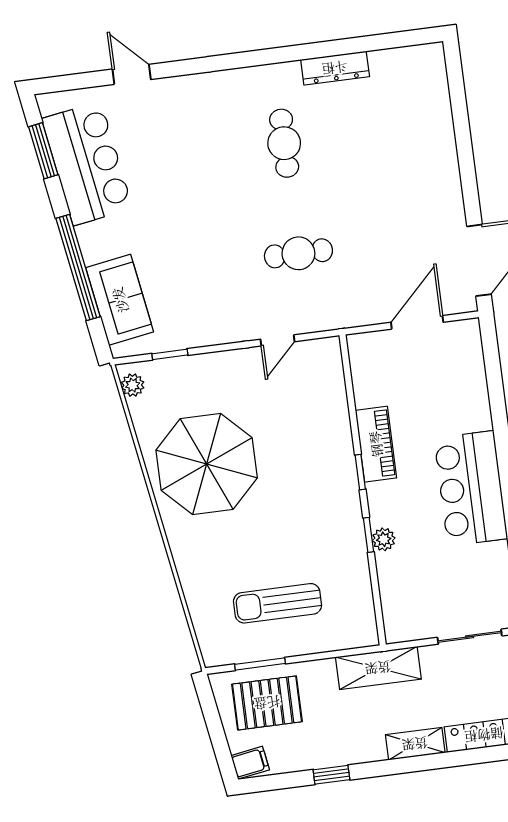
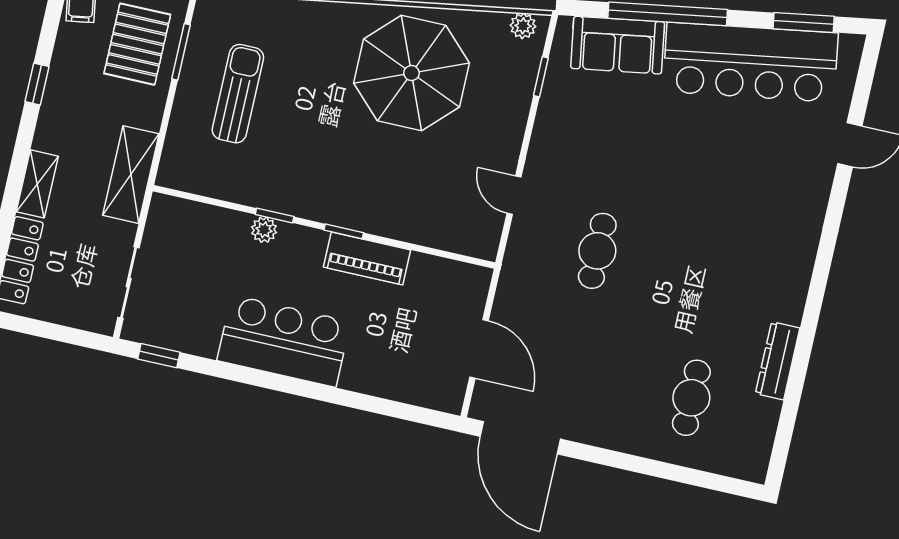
cafe table: (284, 143) -> (691, 398), moved, turned 90
bar counter: (87, 163) -> (750, 62), width x1.36

